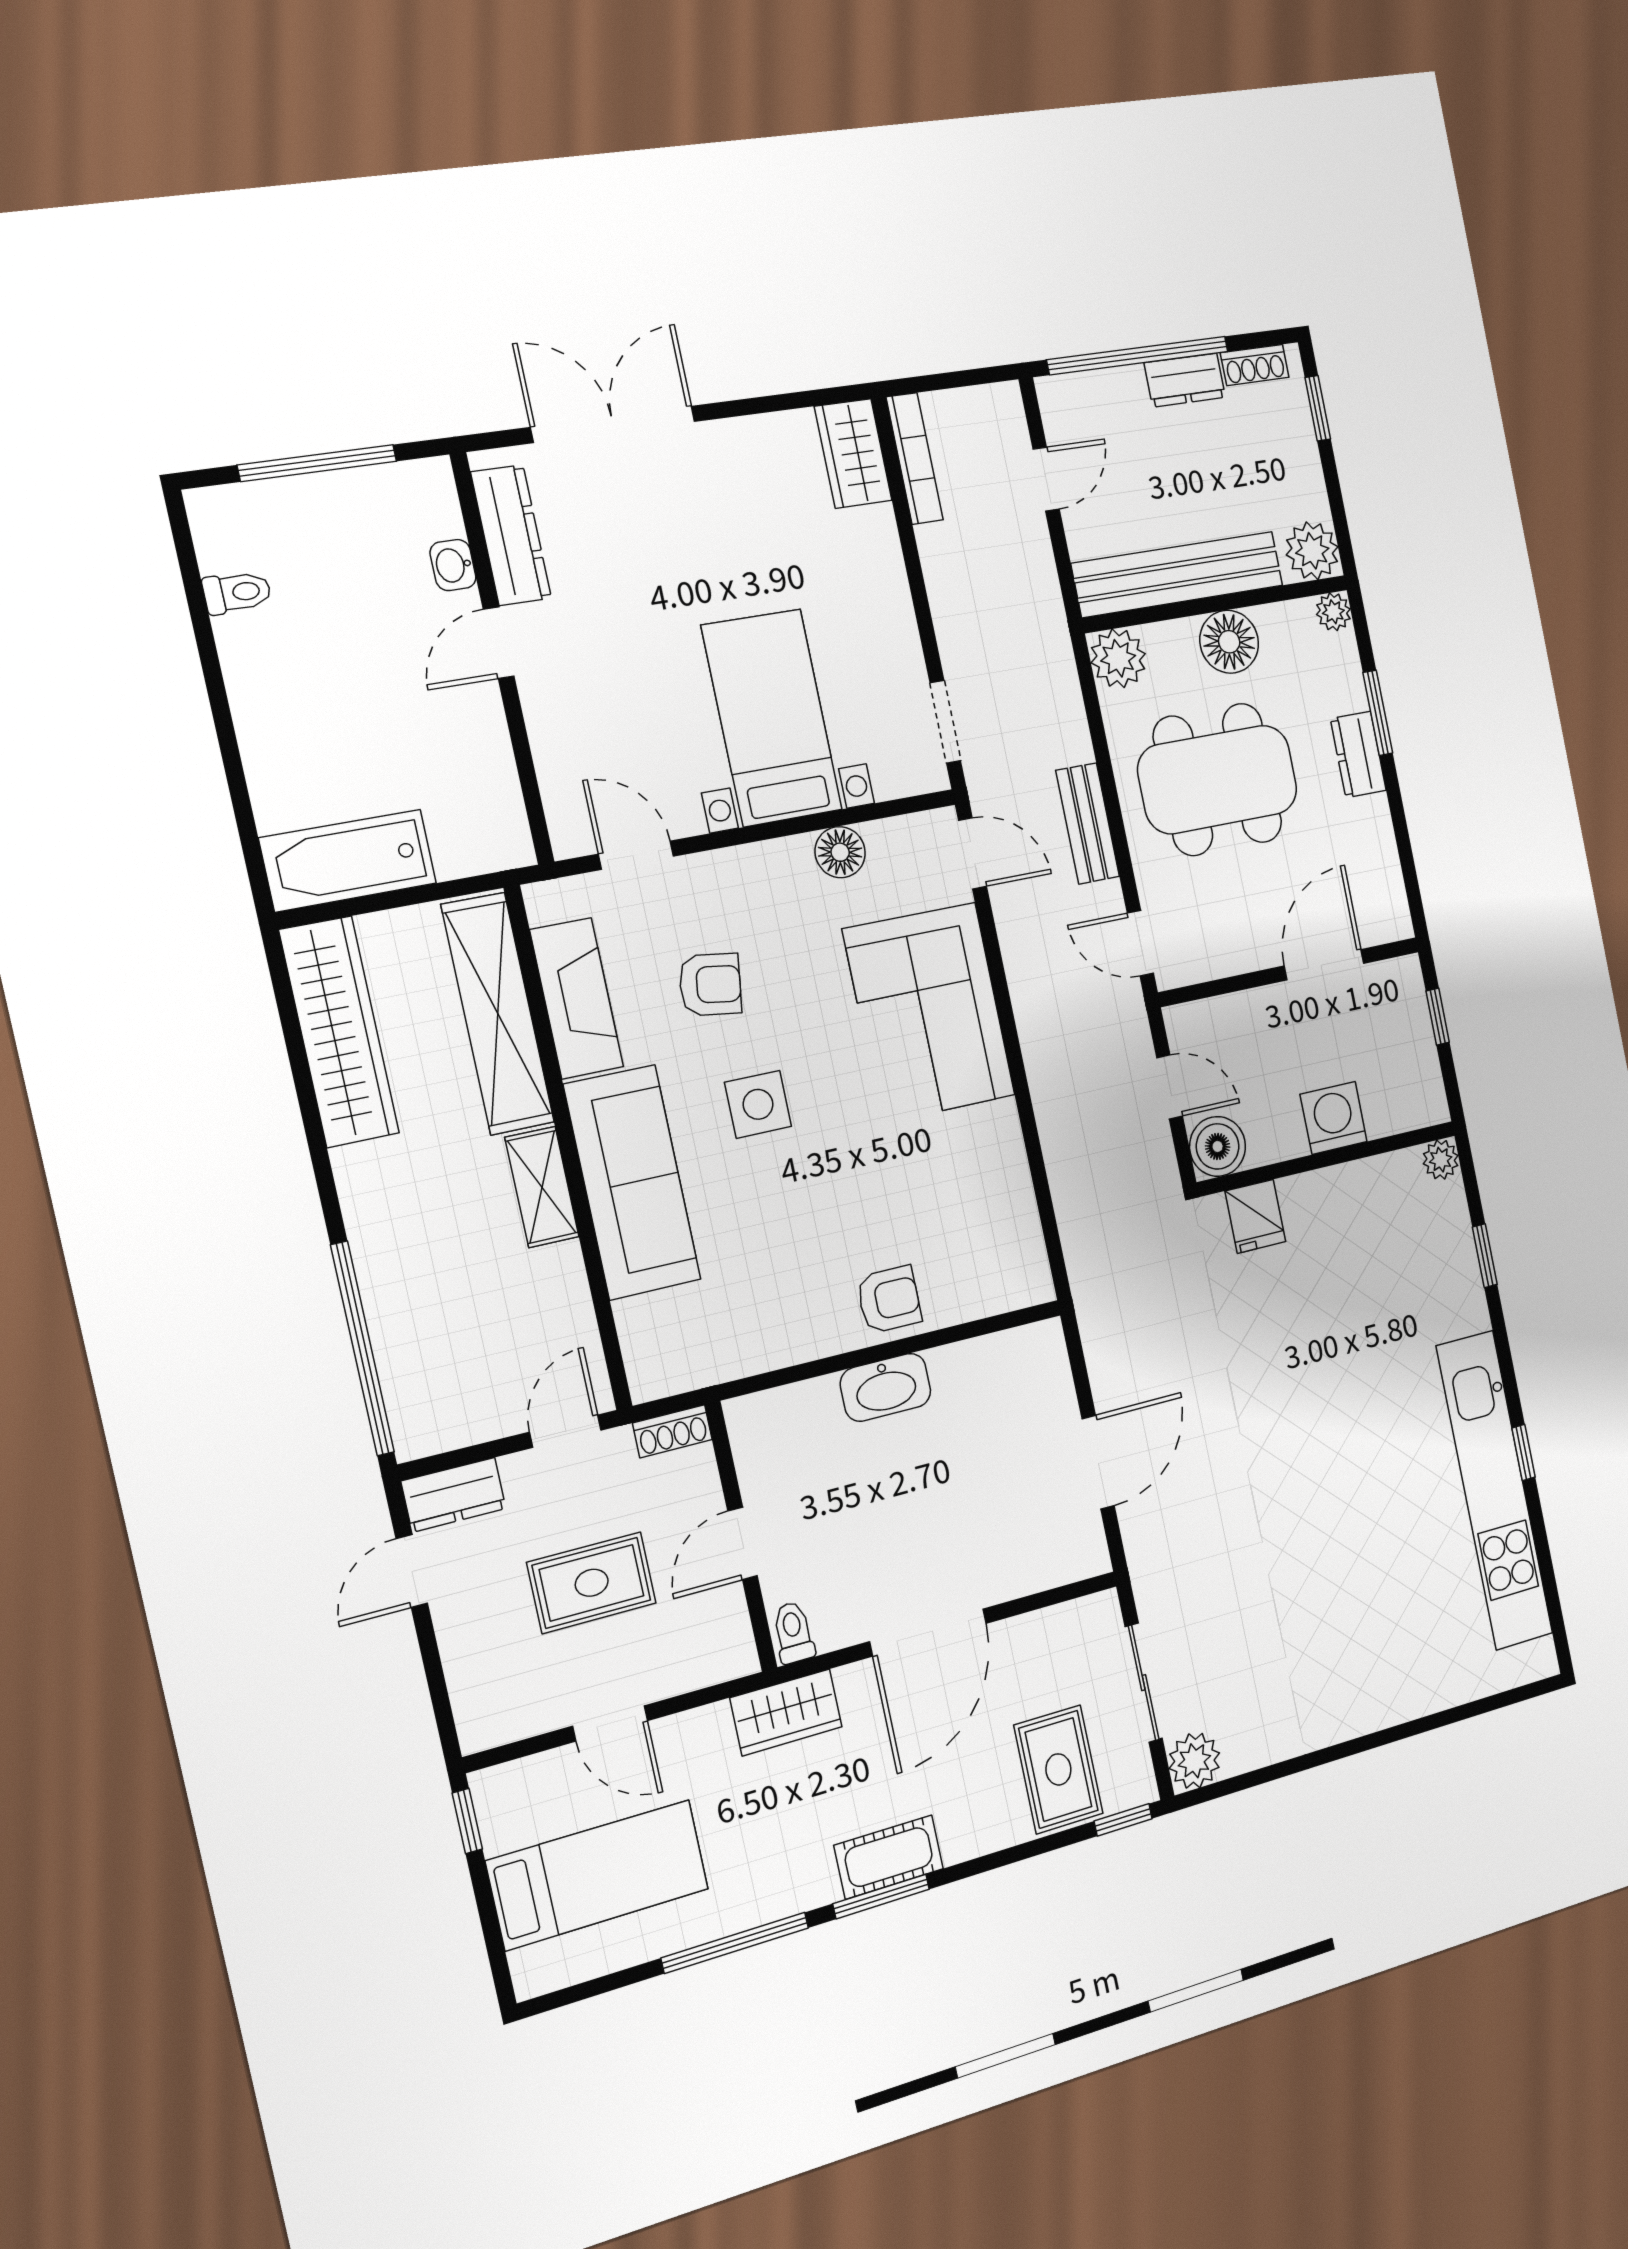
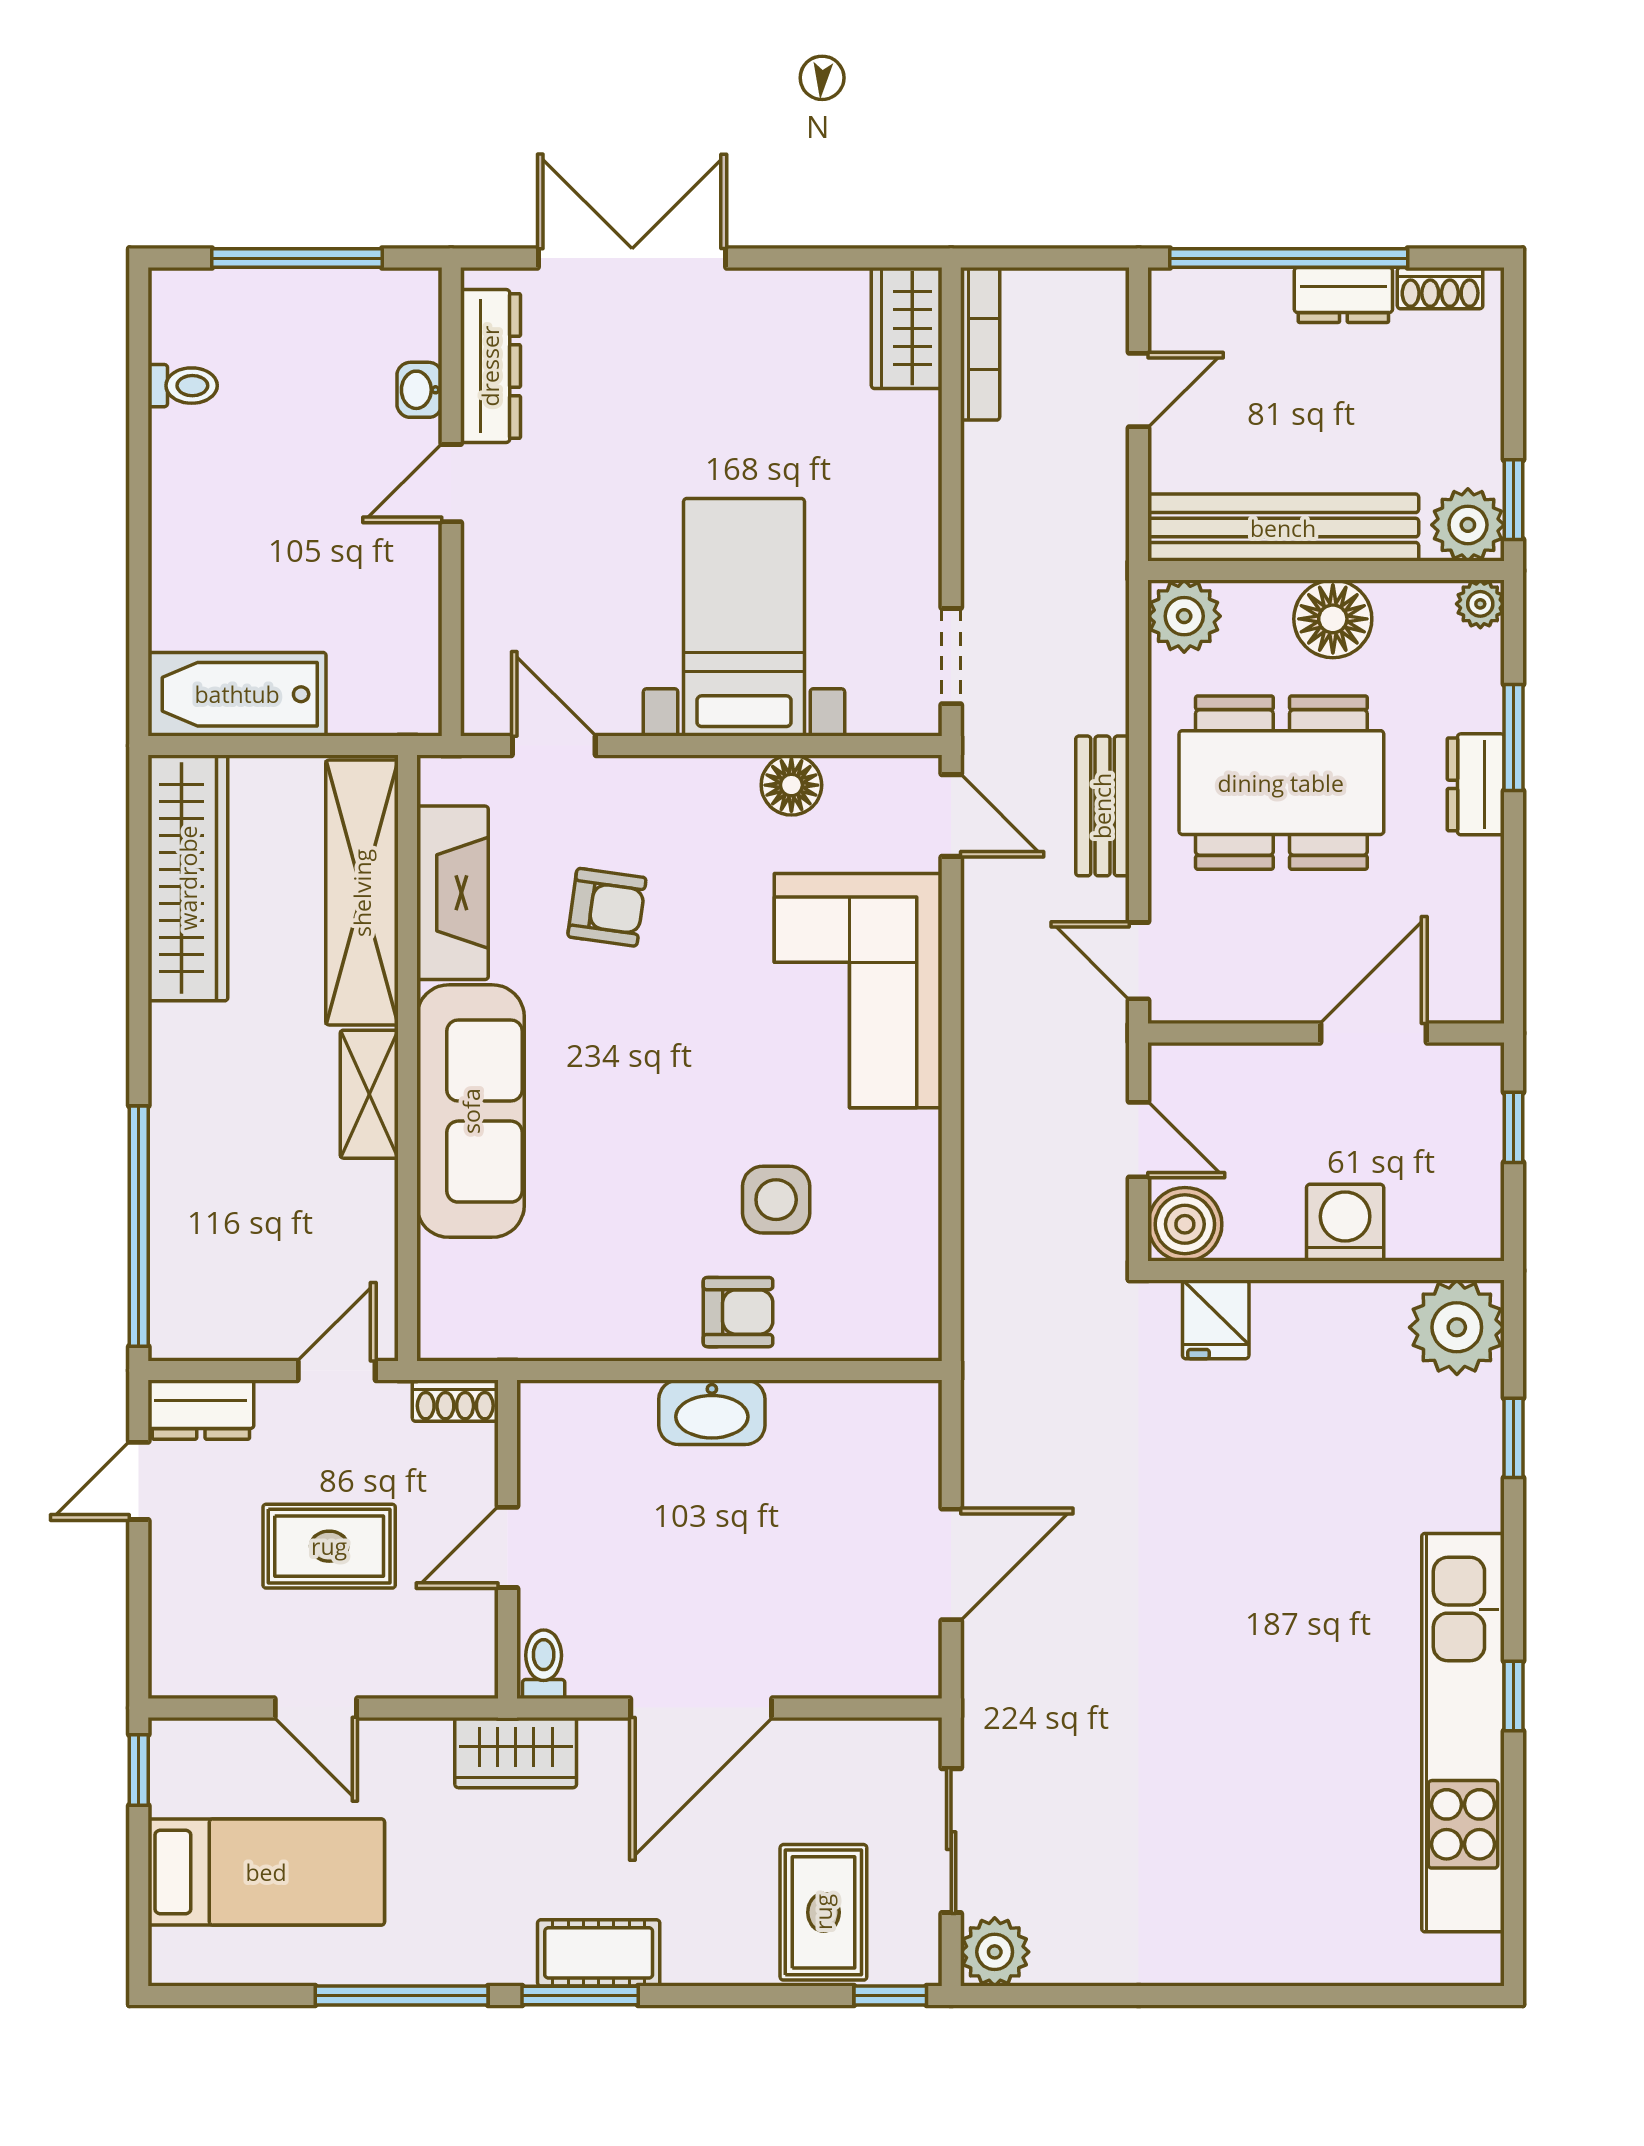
window: (1318, 408) -> (1514, 500), moved
side table: (758, 1104) -> (776, 1200), moved
plant: (1441, 1160) -> (1457, 1327), width x1.88, depth x1.88

